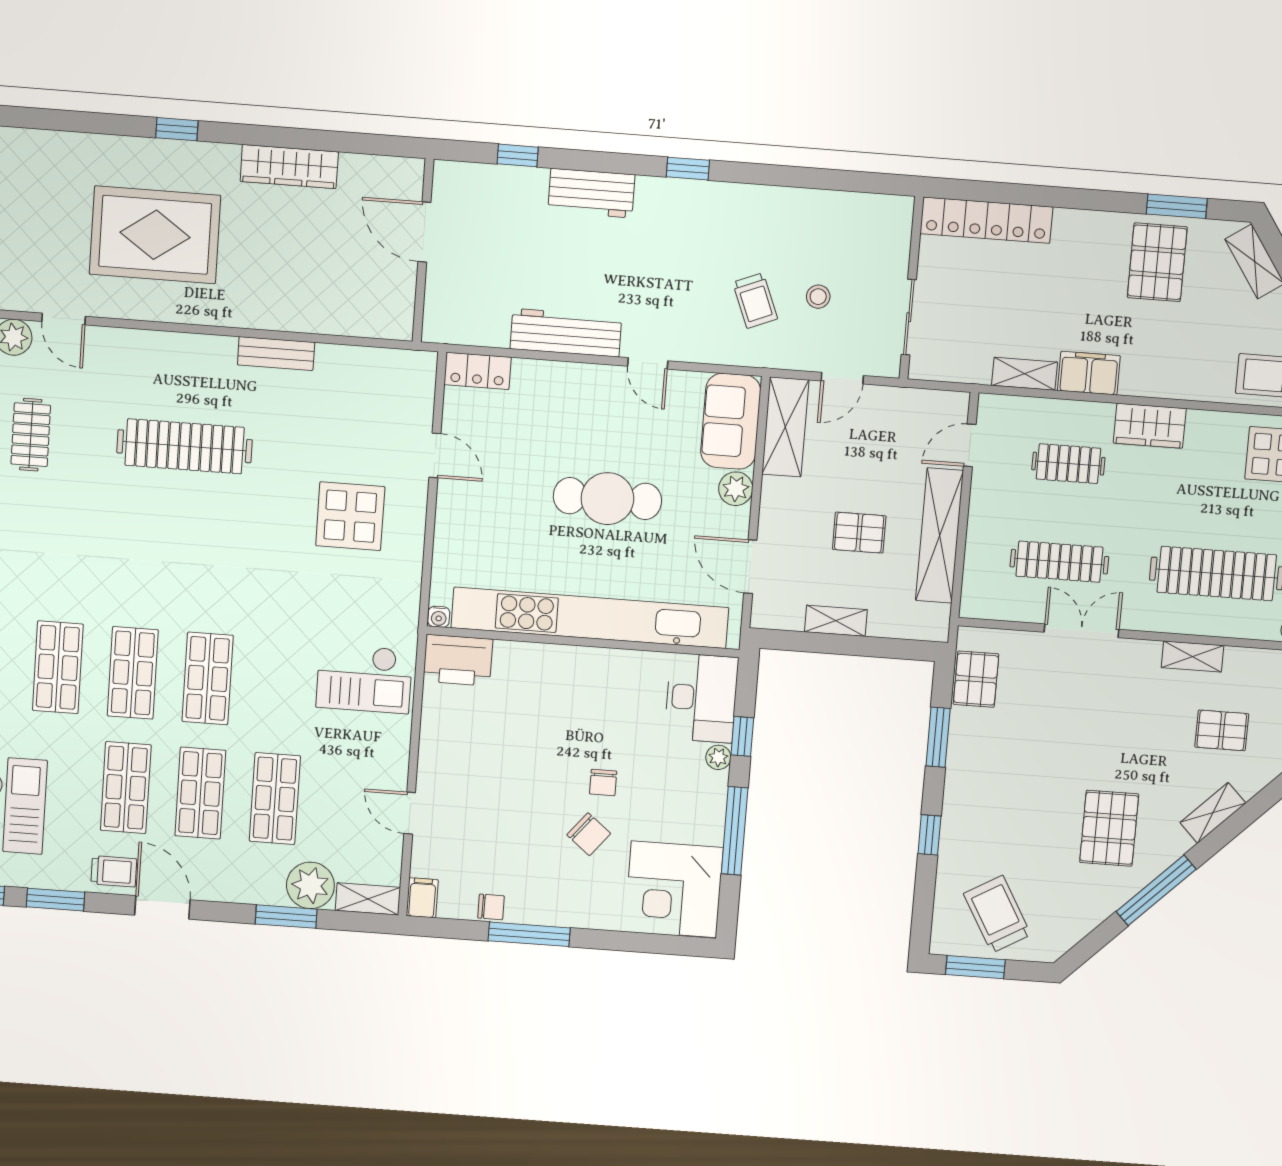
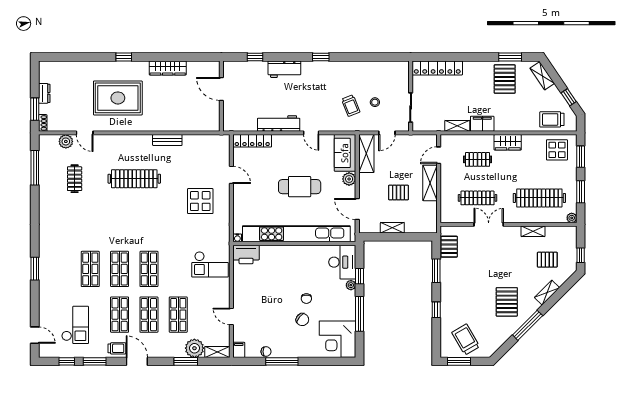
locker: (478, 371) -> (252, 141), width x1.53
shelving: (940, 536) -> (430, 183), width x0.68

